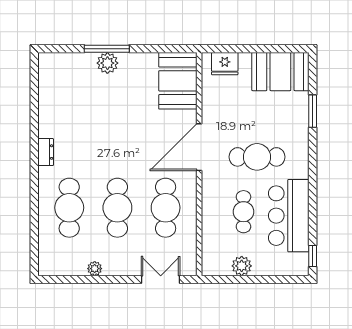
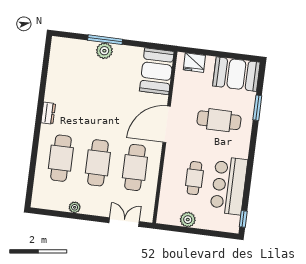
cafe table: (257, 157) -> (219, 120), moved

